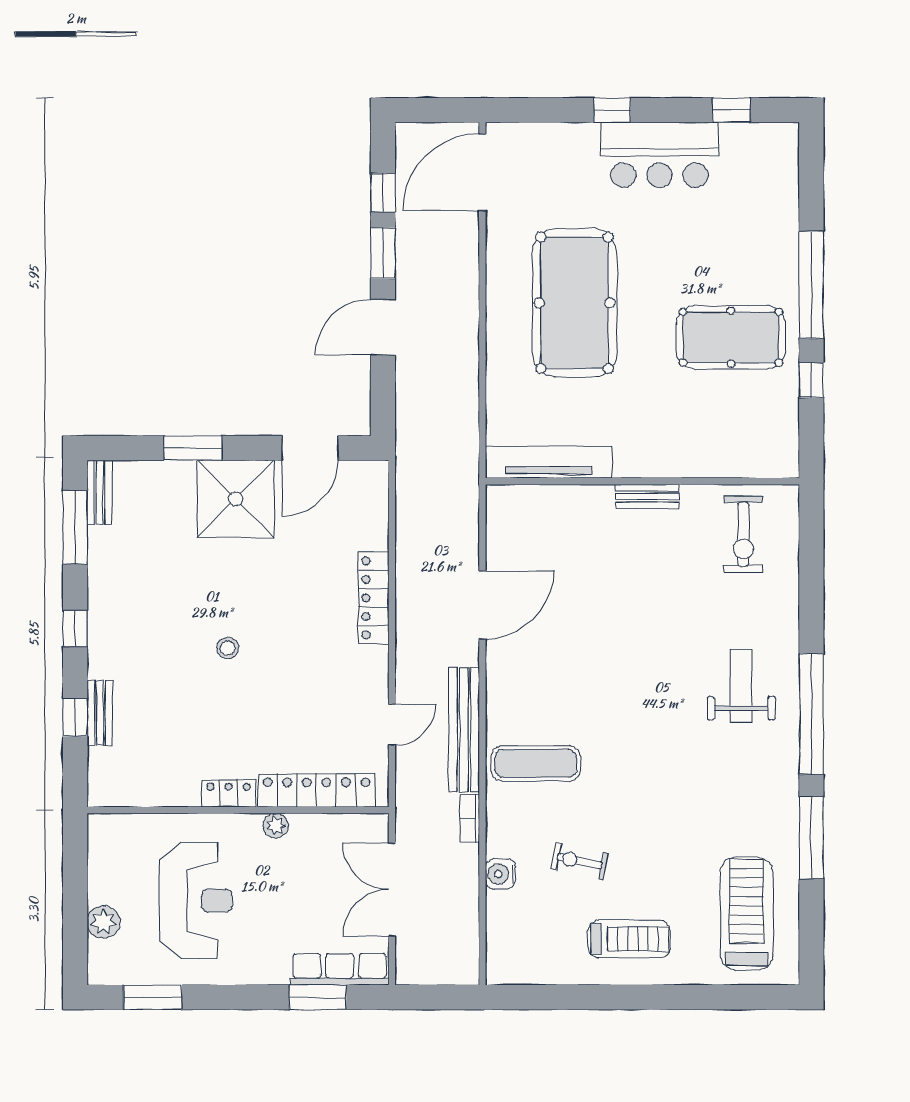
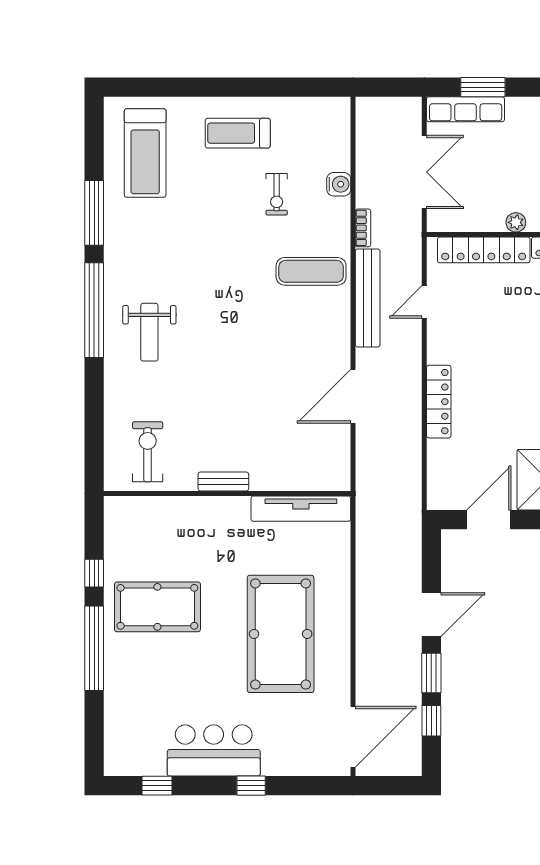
exercise bike: (580, 861) -> (277, 194), turned 78

